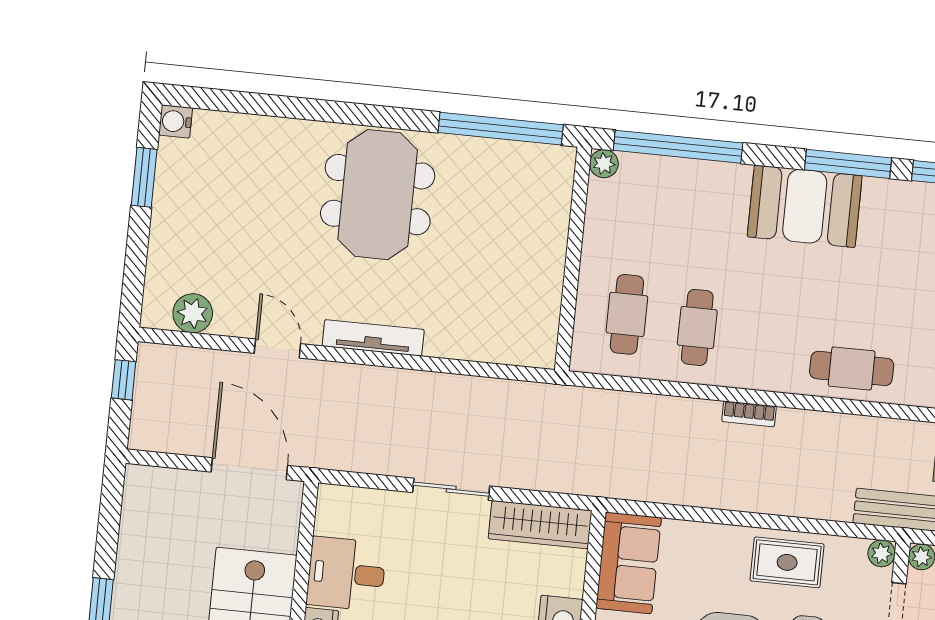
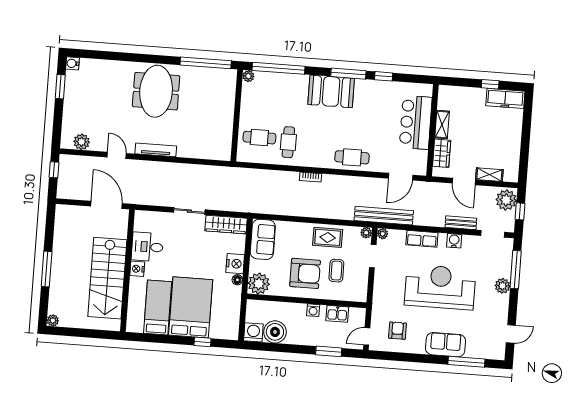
cafe table: (627, 314) -> (259, 138), turned 90

